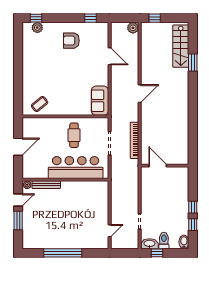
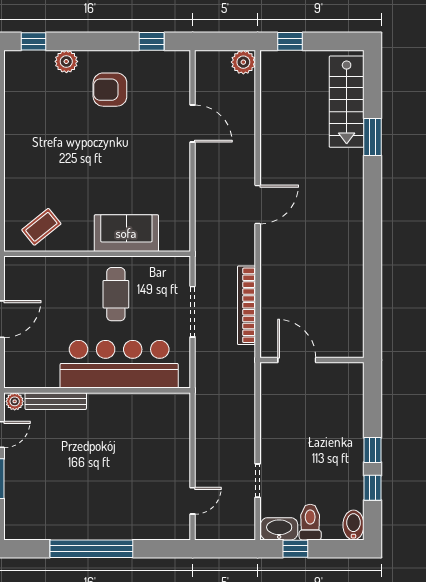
plant: (37, 28) -> (66, 61), moved
sofa: (100, 101) -> (126, 233), moved, turned 90

